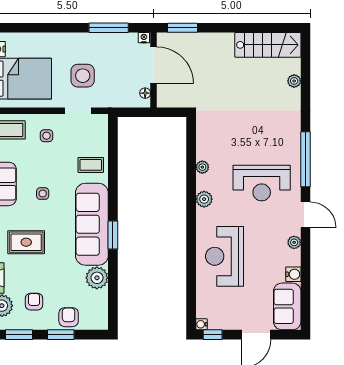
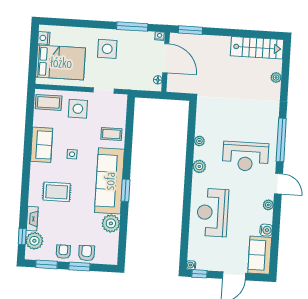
side table: (83, 76) -> (107, 49), moved
side table: (47, 136) -> (78, 109), width x1.87, depth x1.87
armchair: (34, 302) -> (63, 252), moved

